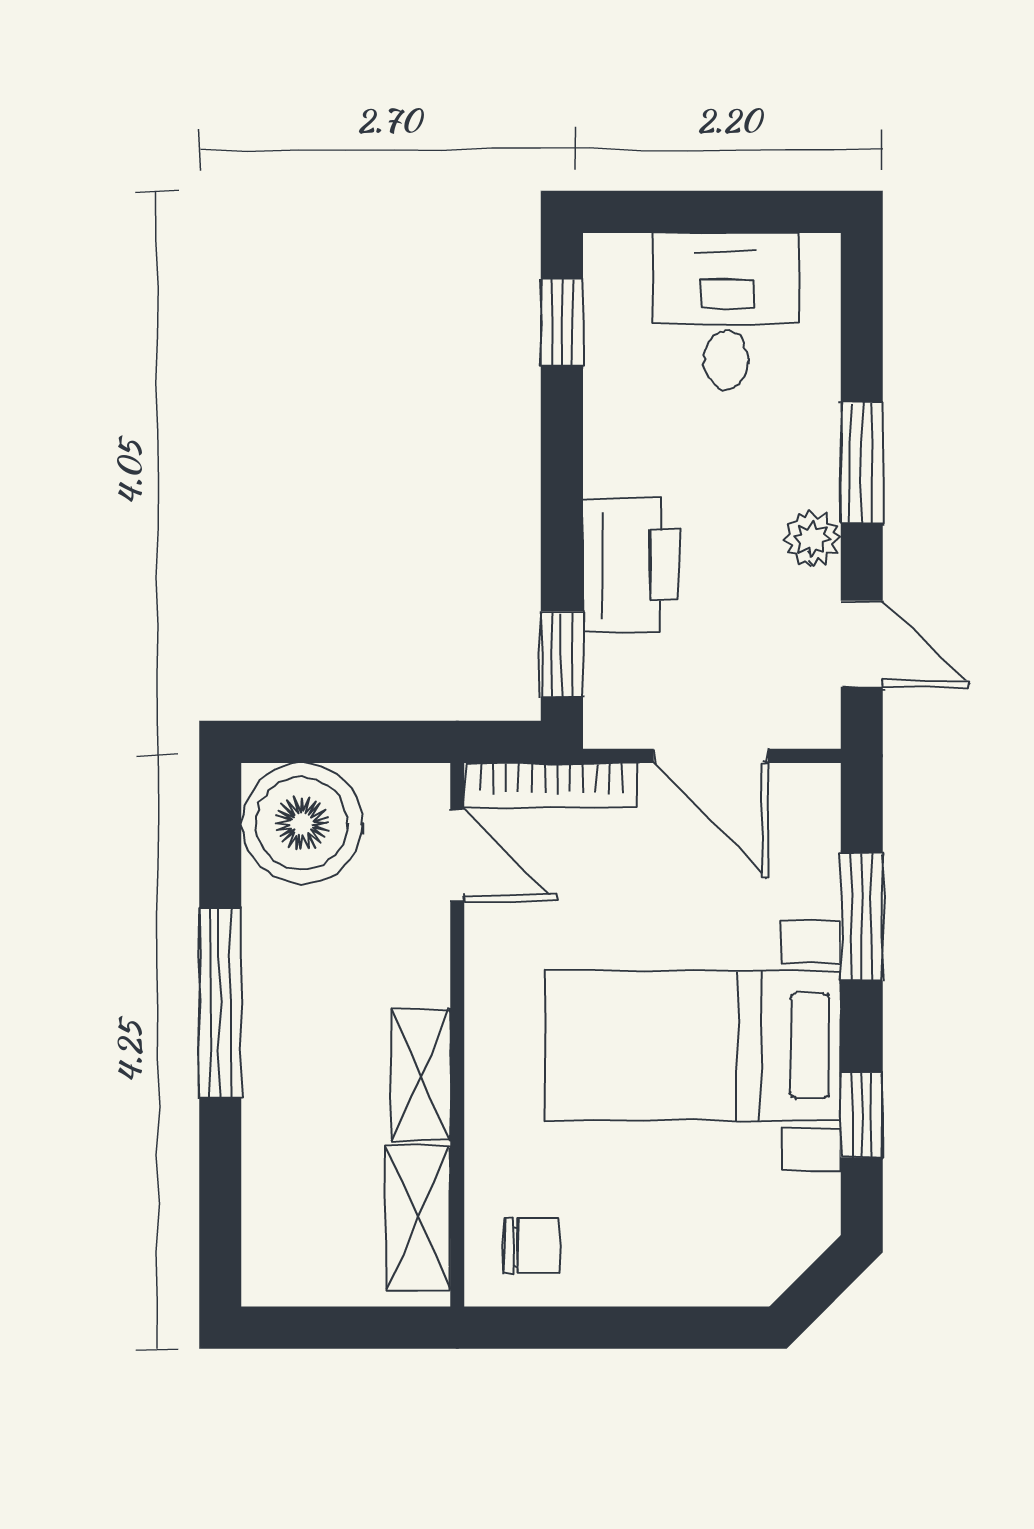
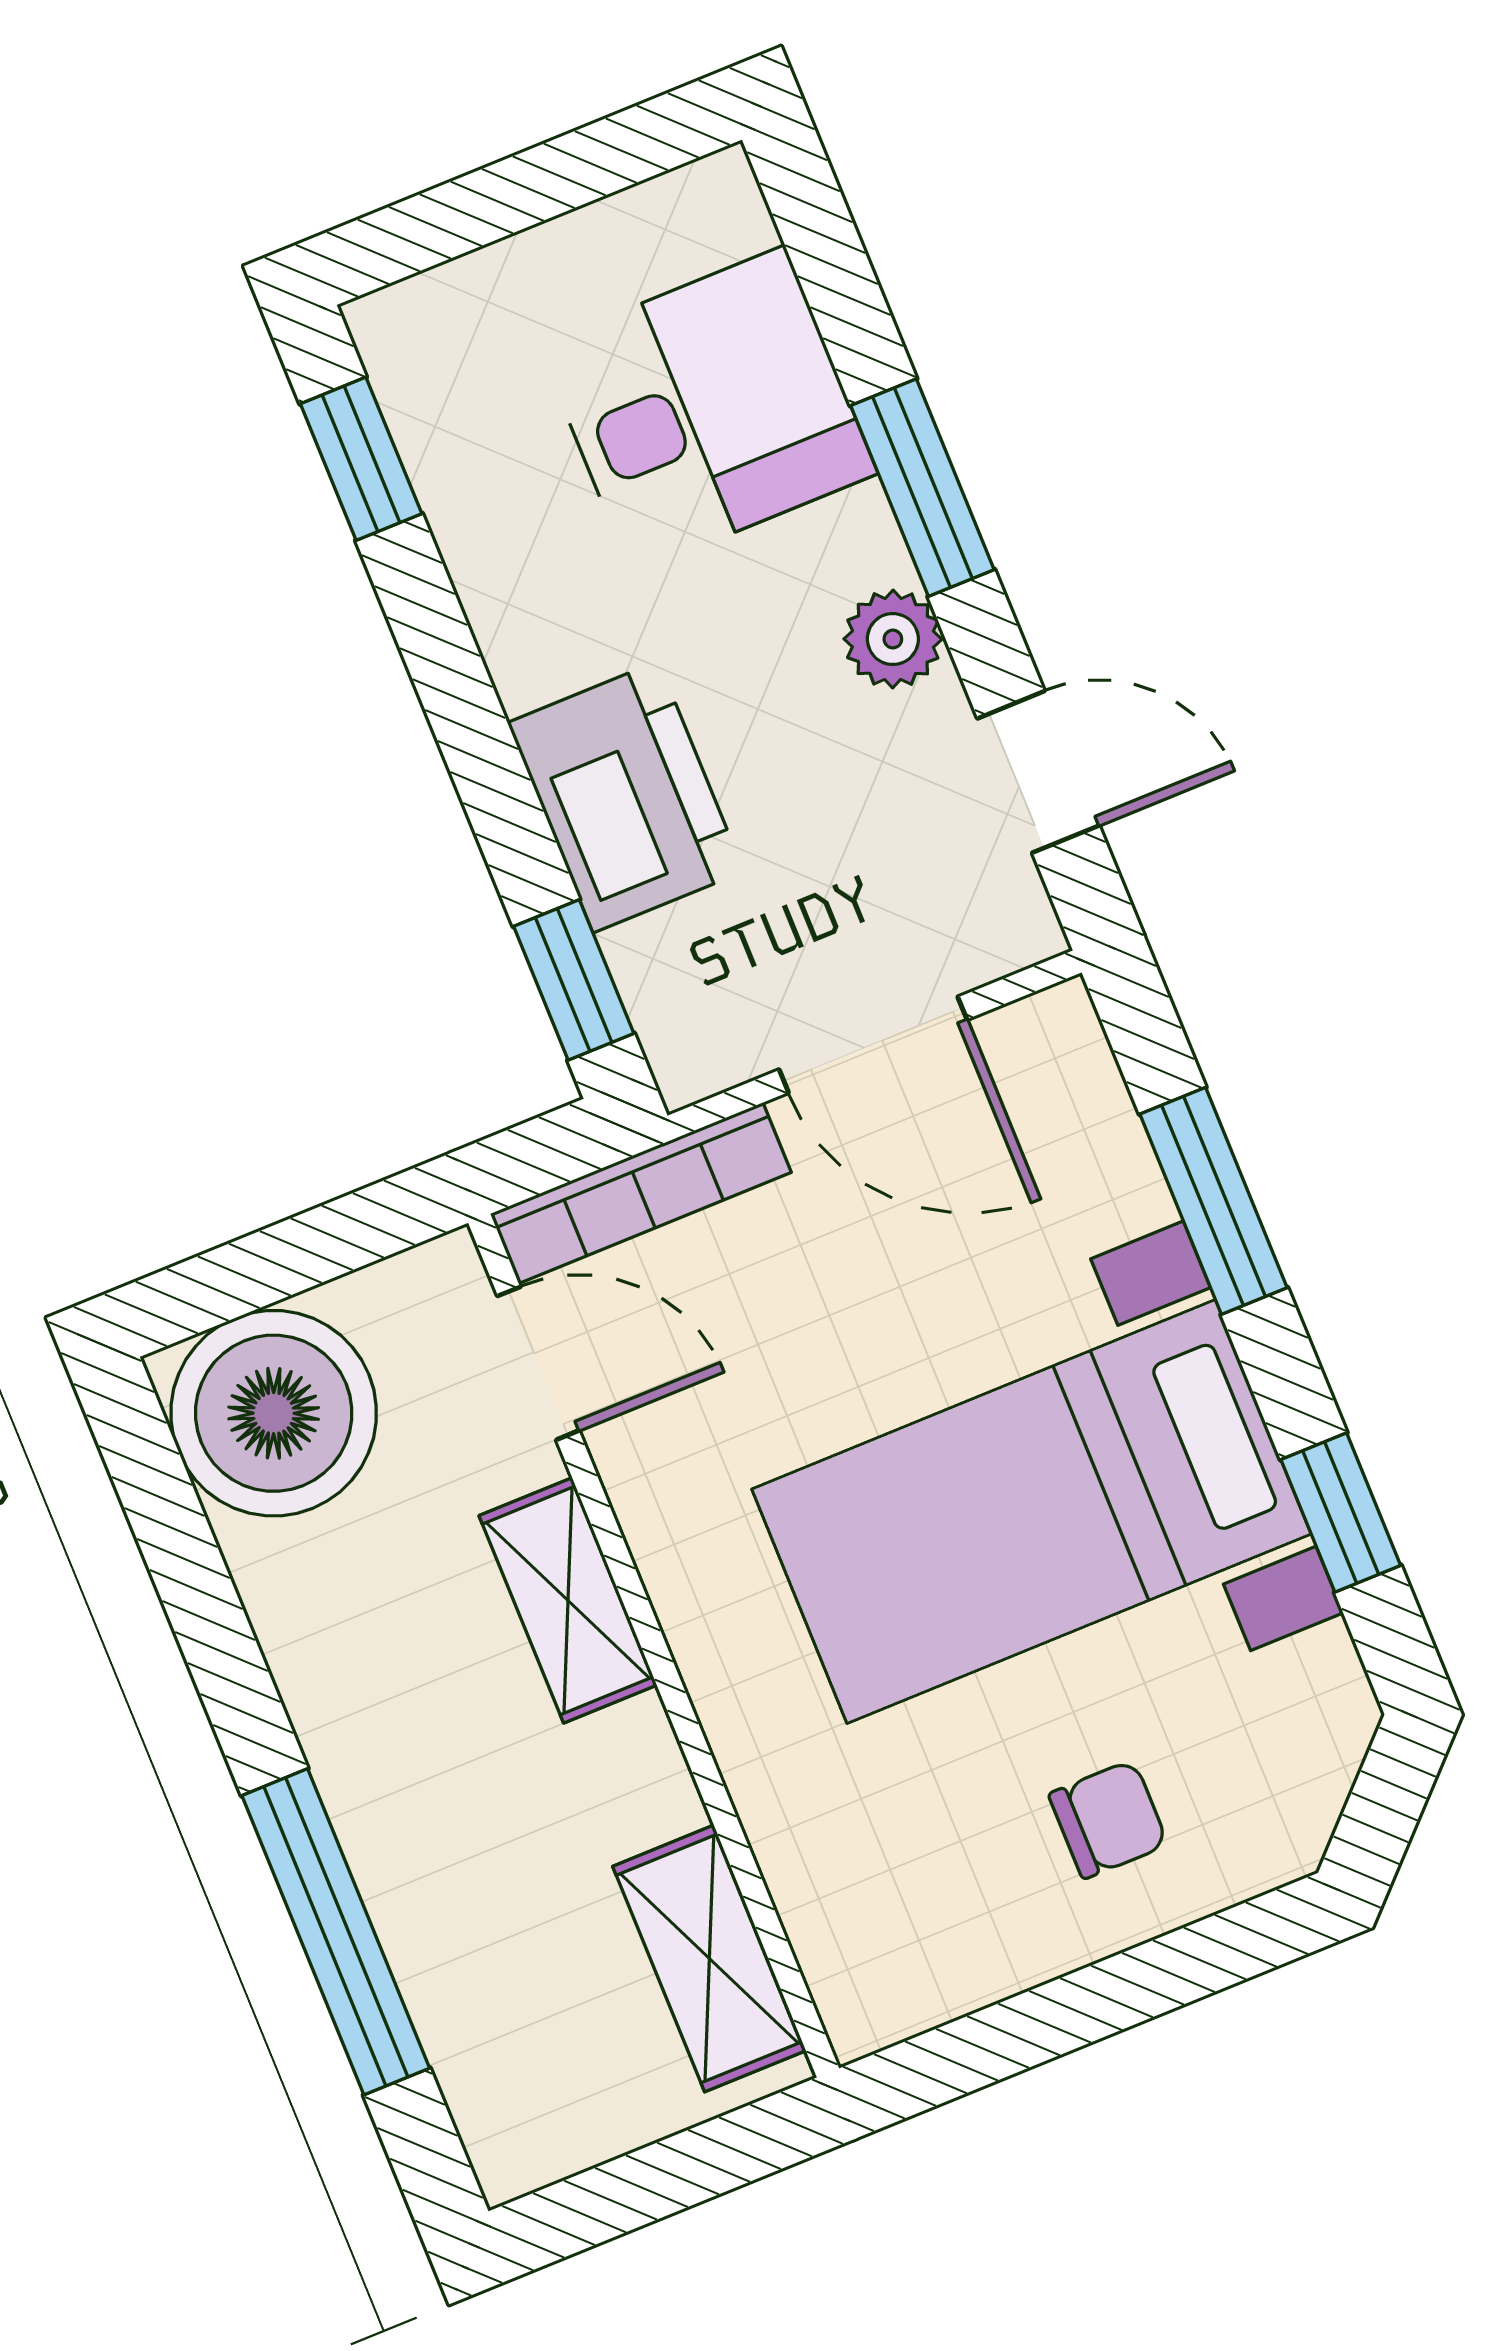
desk: (726, 311) -> (708, 410), moved, turned 90
window: (220, 1002) -> (336, 1932), moved
shelving: (421, 1075) -> (568, 1600), moved
chair: (532, 1246) -> (1108, 1819), moved

